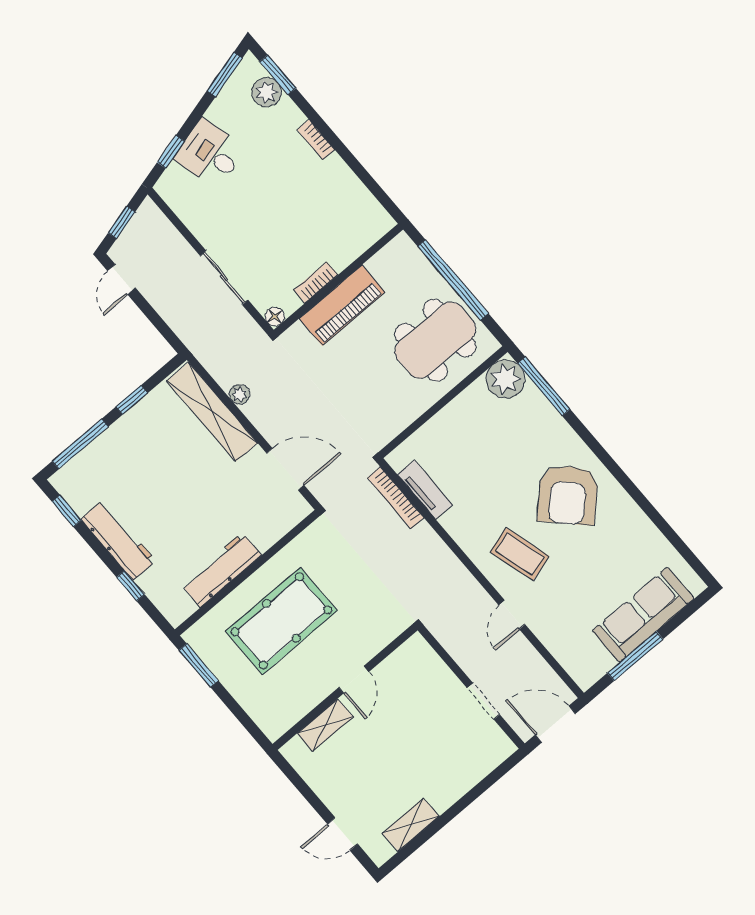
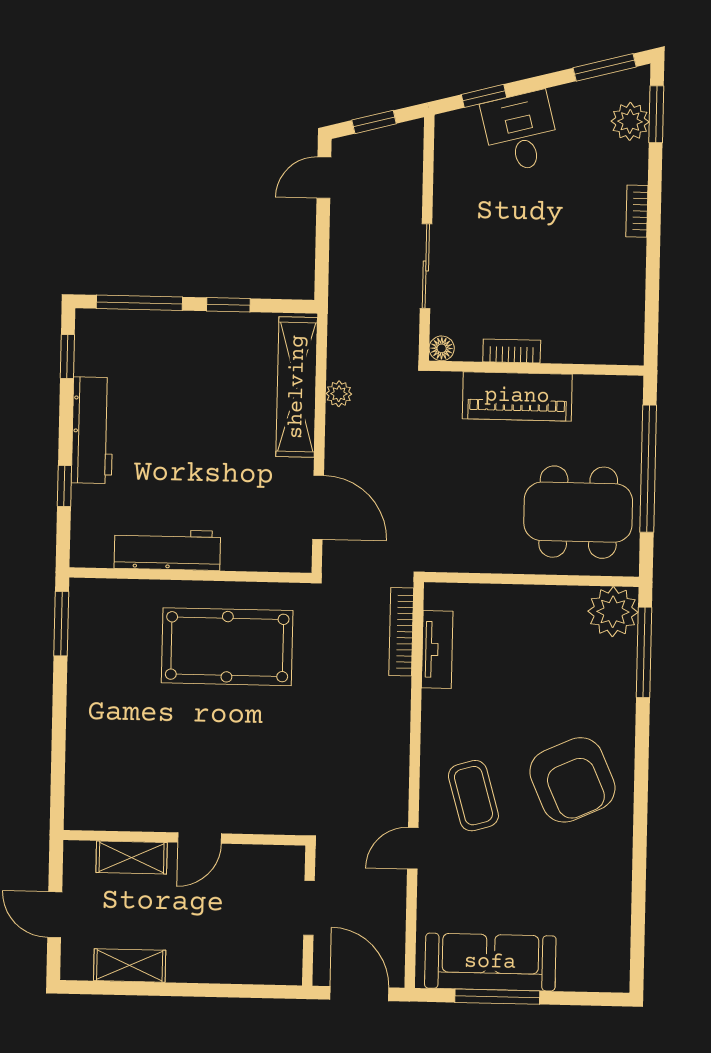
armchair: (568, 495) -> (572, 780), turned -69
sofa: (643, 615) -> (490, 962), moved
pool table: (281, 621) -> (227, 647), moved
door: (354, 680) -> (199, 838), moved
wall: (345, 687) -> (184, 838), moved
shelving: (325, 725) -> (132, 857), moved

